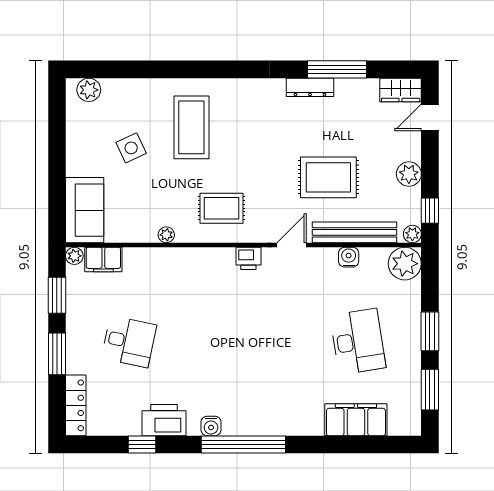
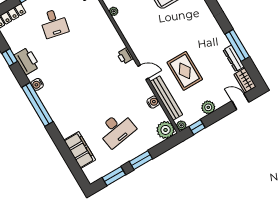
dresser: (310, 87) -> (234, 58), moved
rug: (221, 208) -> (141, 30), removed

